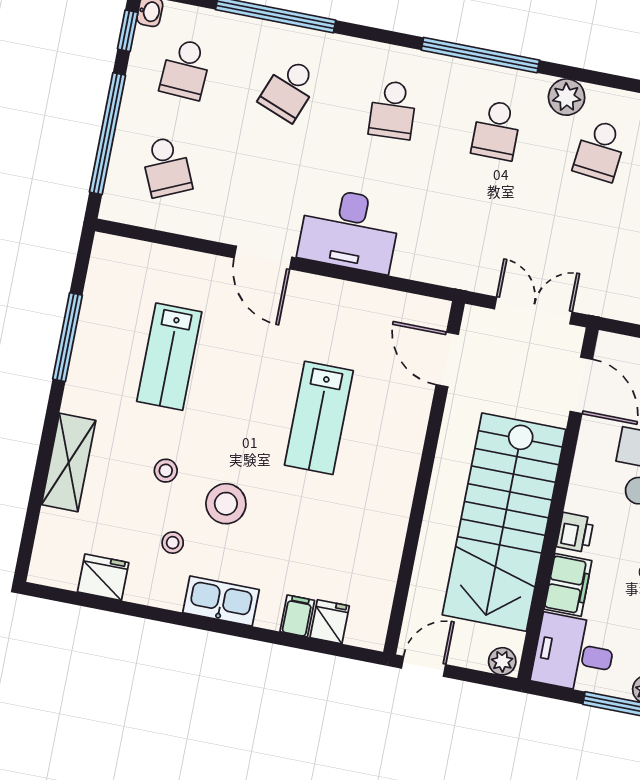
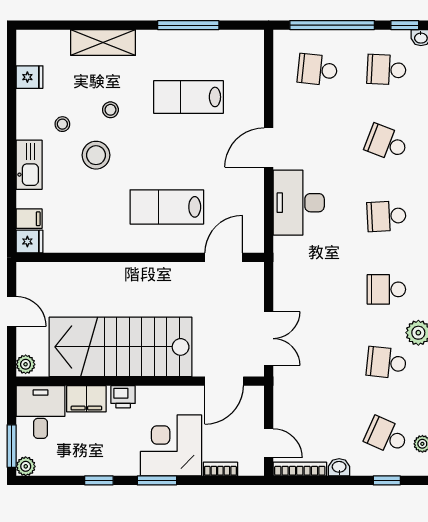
school desk: (166, 167) -> (318, 70), turned 30
door: (447, 360) -> (224, 257), moved
wall: (424, 478) -> (140, 257), moved
fridge: (103, 577) -> (30, 77), width x0.72

